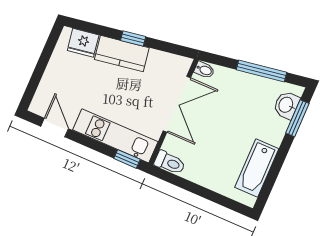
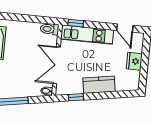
window: (133, 38) -> (76, 97), moved
fridge: (83, 43) -> (134, 61), moved, turned -81

